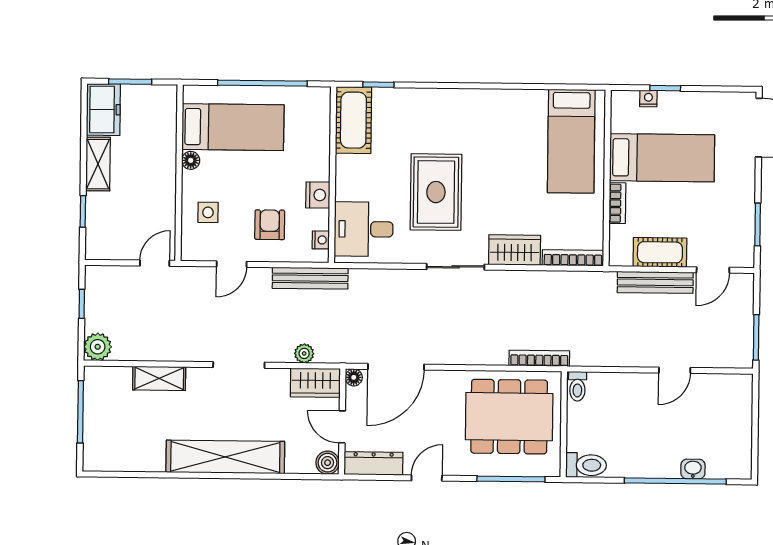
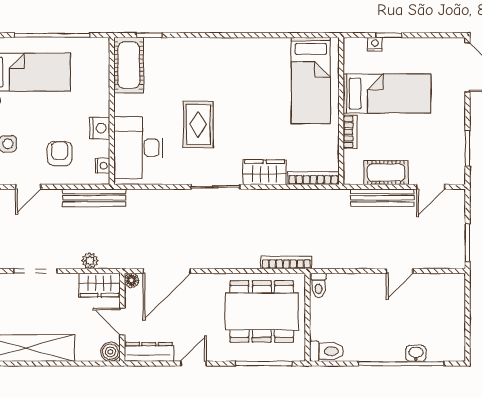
rug: (436, 192) -> (198, 124), width x0.73, depth x0.70
desk: (364, 229) -> (138, 148), width x1.37

